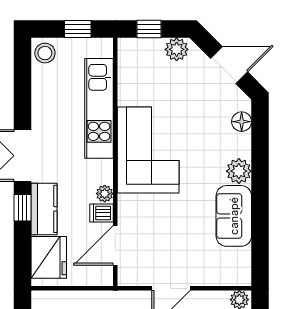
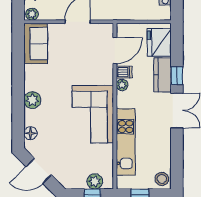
plant: (177, 49) -> (95, 181), moved
sofa: (234, 216) -> (36, 44), moved

